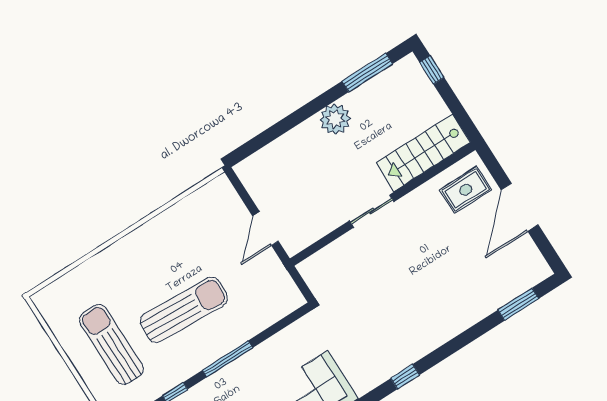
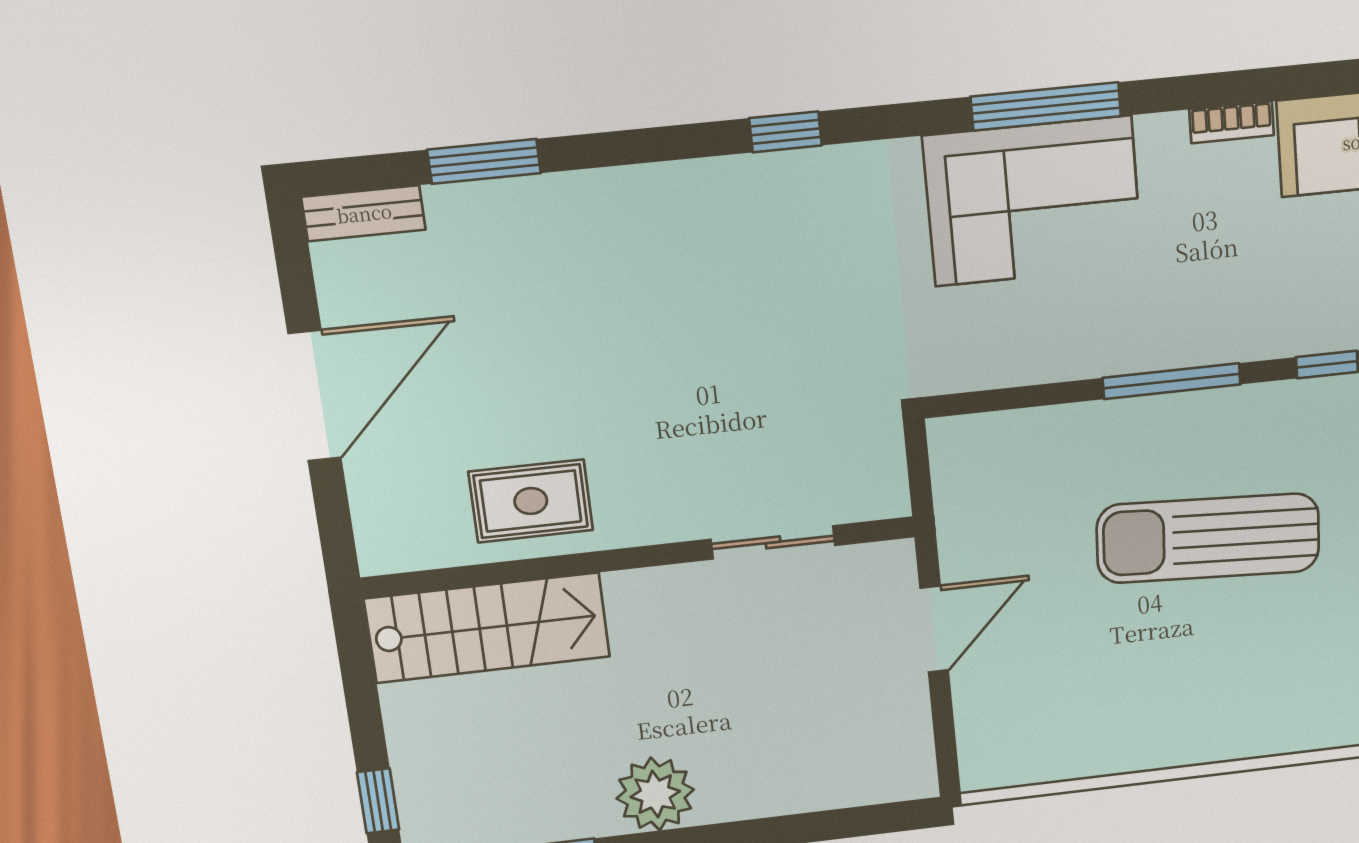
rug: (466, 190) -> (531, 501), moved
sliding door: (372, 211) -> (773, 542), moved
bench: (532, 278) -> (364, 213), added
window: (518, 304) -> (484, 161), moved

